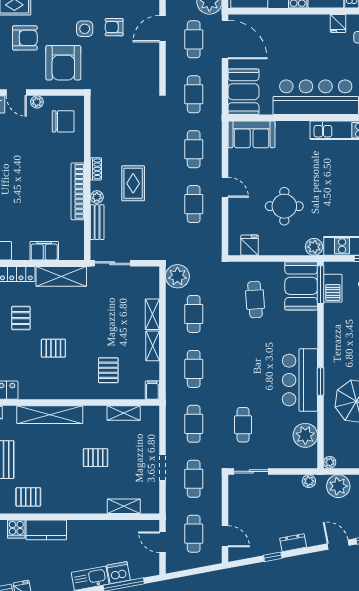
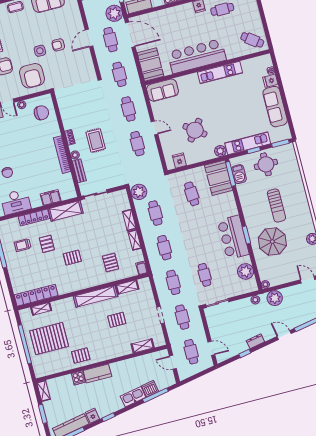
round table: (284, 206) -> (195, 130), turned 37
shelving: (50, 415) -> (96, 296), moved

